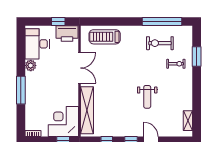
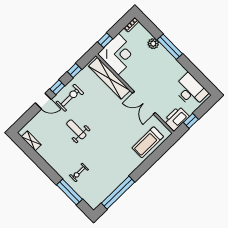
treadmill: (105, 37) -> (148, 142), turned 180
exercise bike: (160, 43) -> (70, 98), moved
window: (197, 56) -> (69, 192), width x1.44
plant: (31, 65) -> (153, 44), moved

